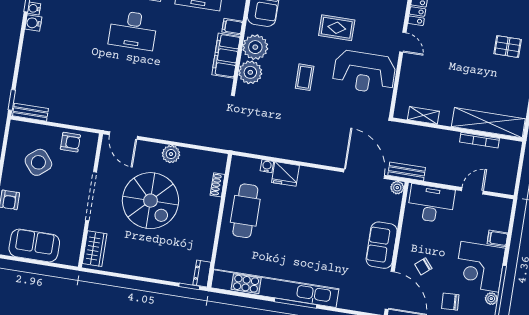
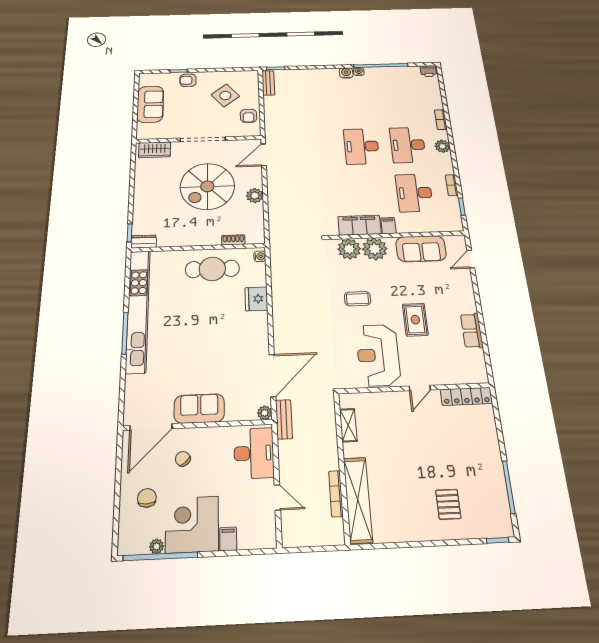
water cooler: (267, 166) -> (260, 256), moved

